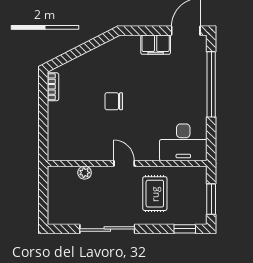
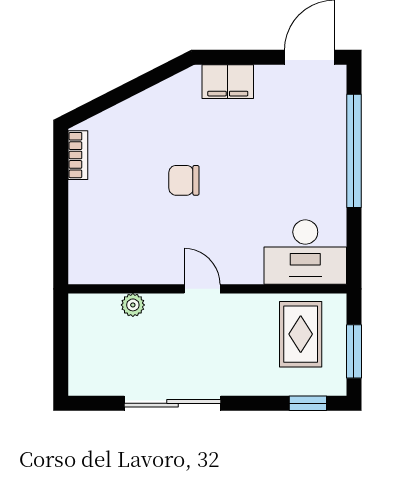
filing cabinet: (156, 45) -> (228, 82), moved
rug: (155, 194) -> (301, 334), moved

